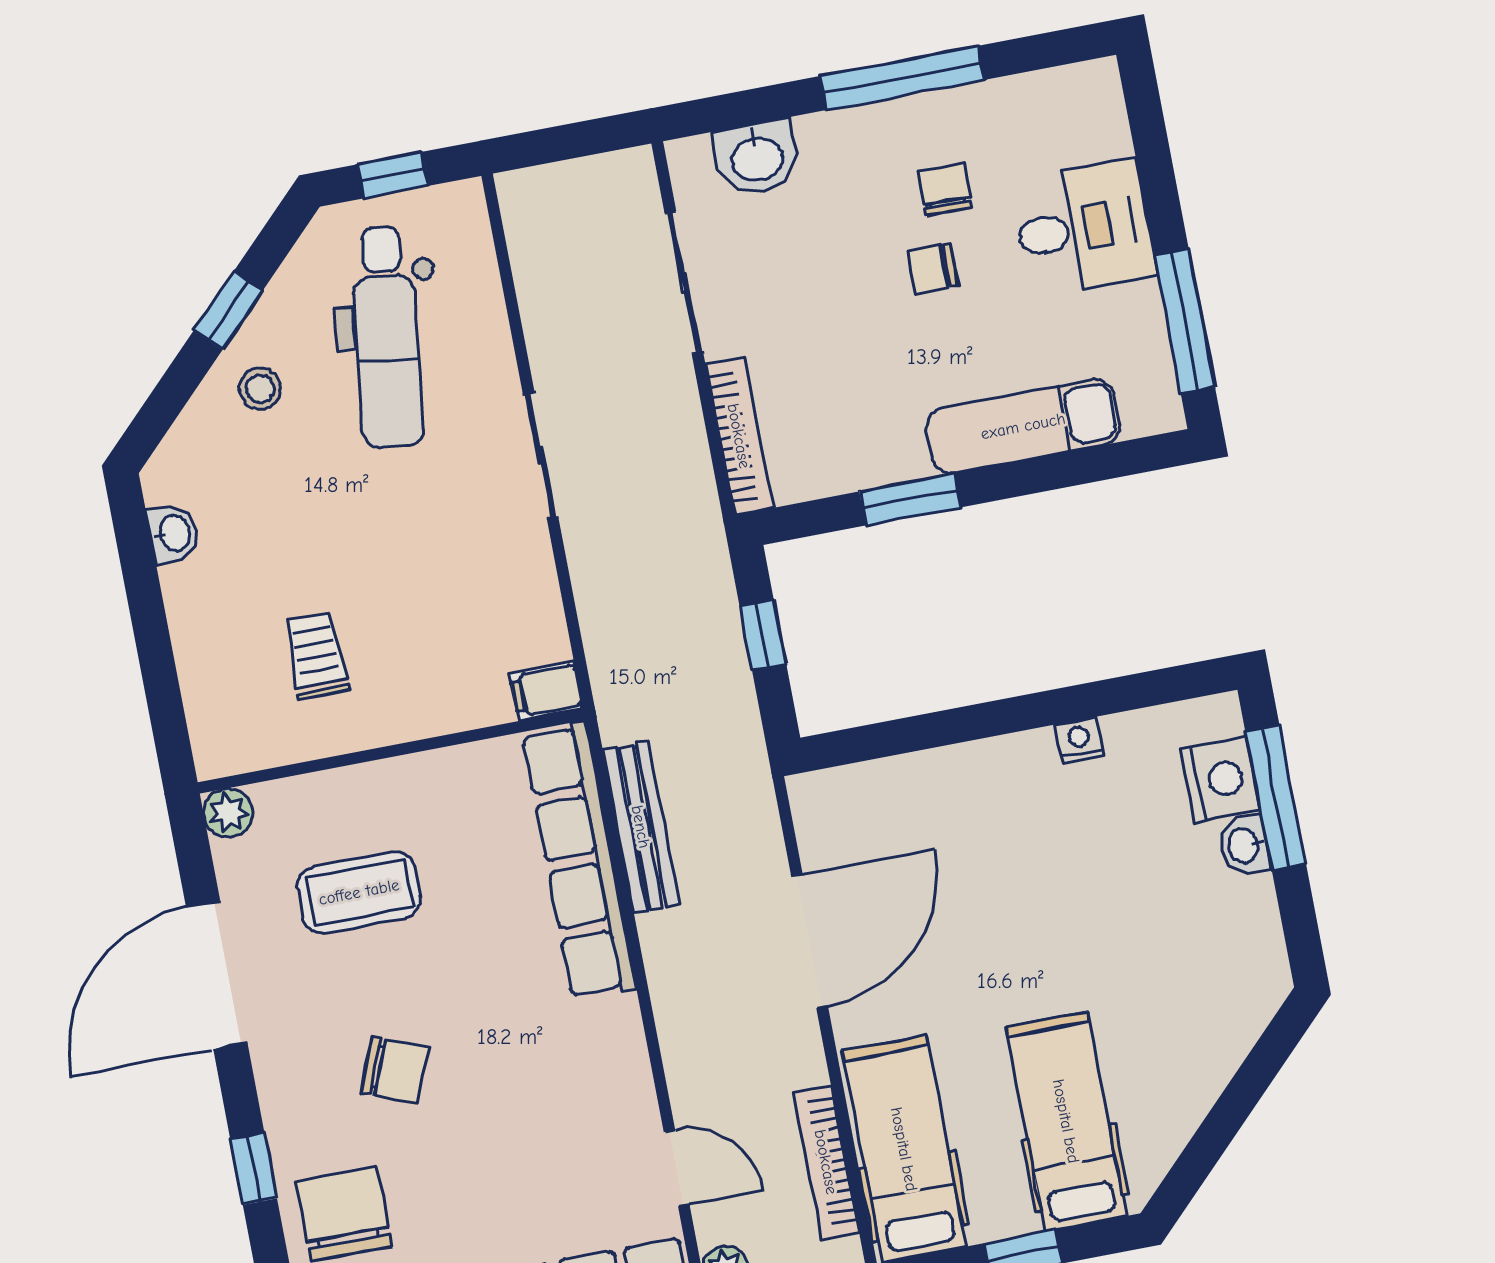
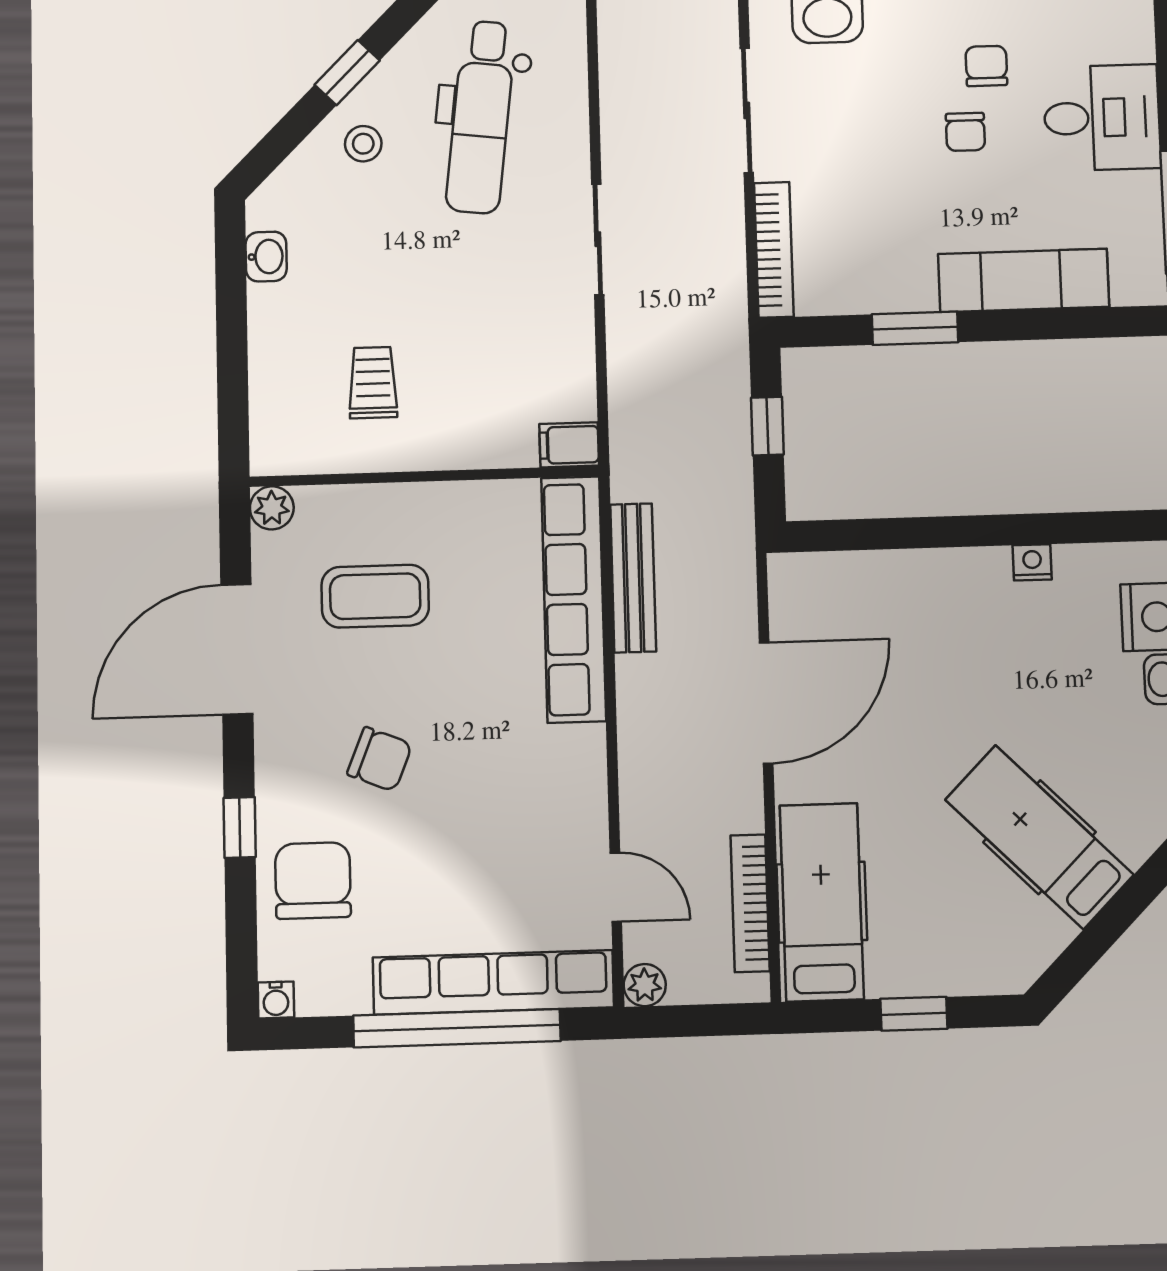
chair: (933, 268) -> (965, 132), turned -90
hospital bed: (1066, 1121) -> (1039, 837), moved, turned -45

